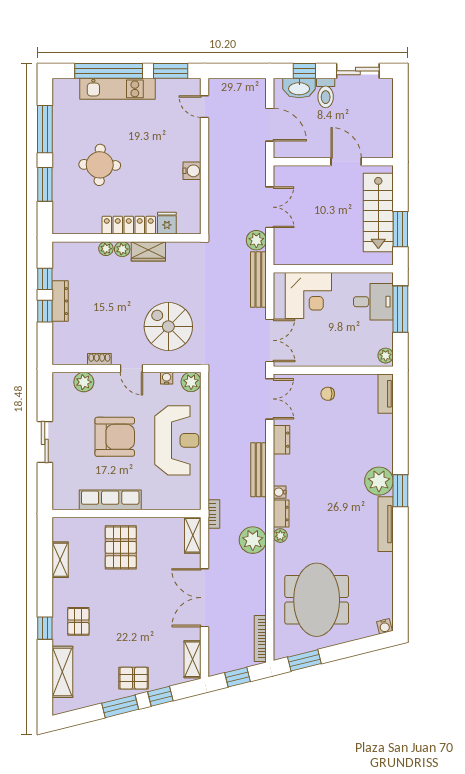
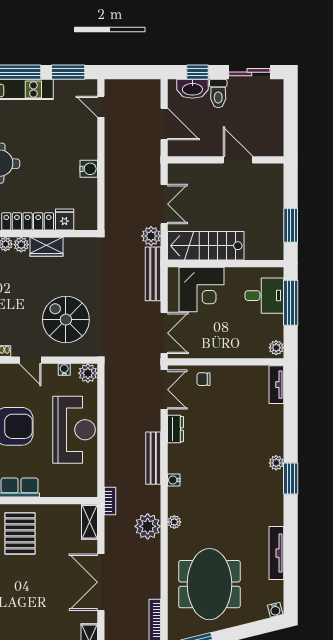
stairs: (378, 212) -> (206, 246), moved, turned 90
chair: (328, 394) -> (204, 379), moved
plant: (379, 481) -> (276, 463), width x0.53, depth x0.53
dresser: (281, 514) -> (175, 501), removed
tv unit: (386, 524) -> (276, 553), moved

